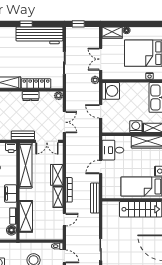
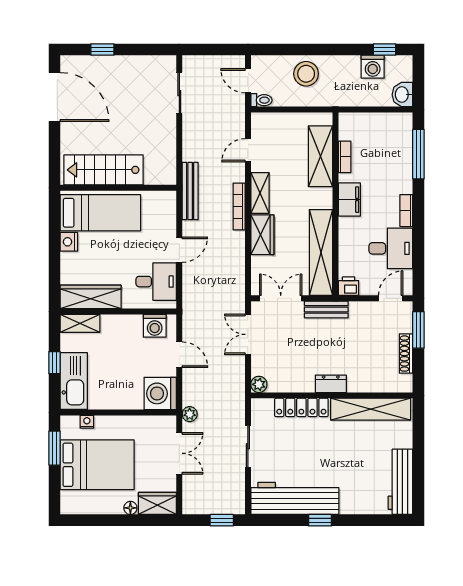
dresser: (31, 96) -> (331, 384), moved
washing machine: (136, 127) -> (155, 326), moved
floor lamp: (11, 230) -> (348, 130), removed

